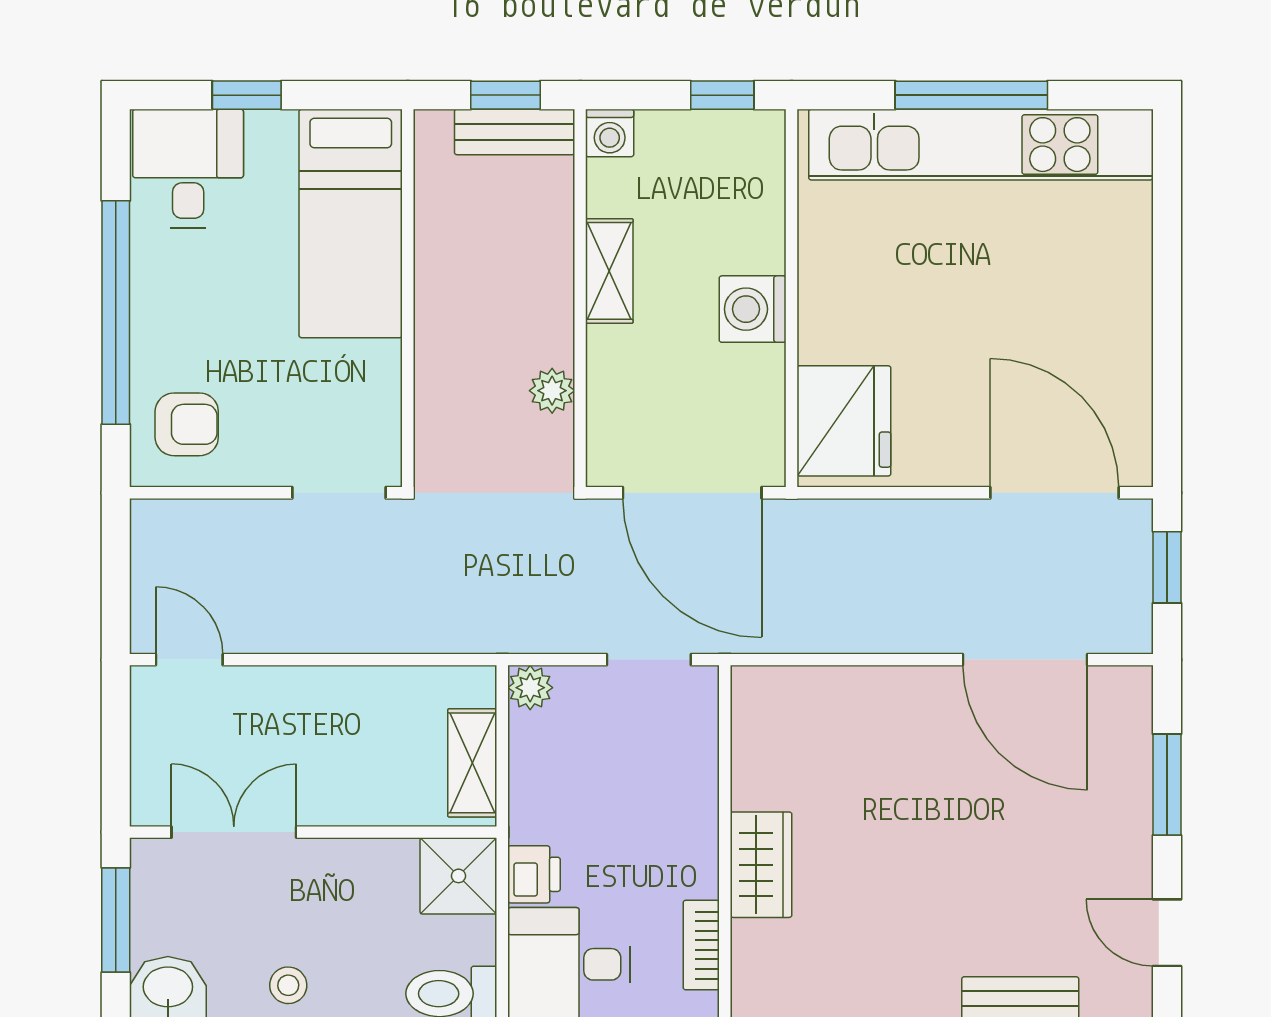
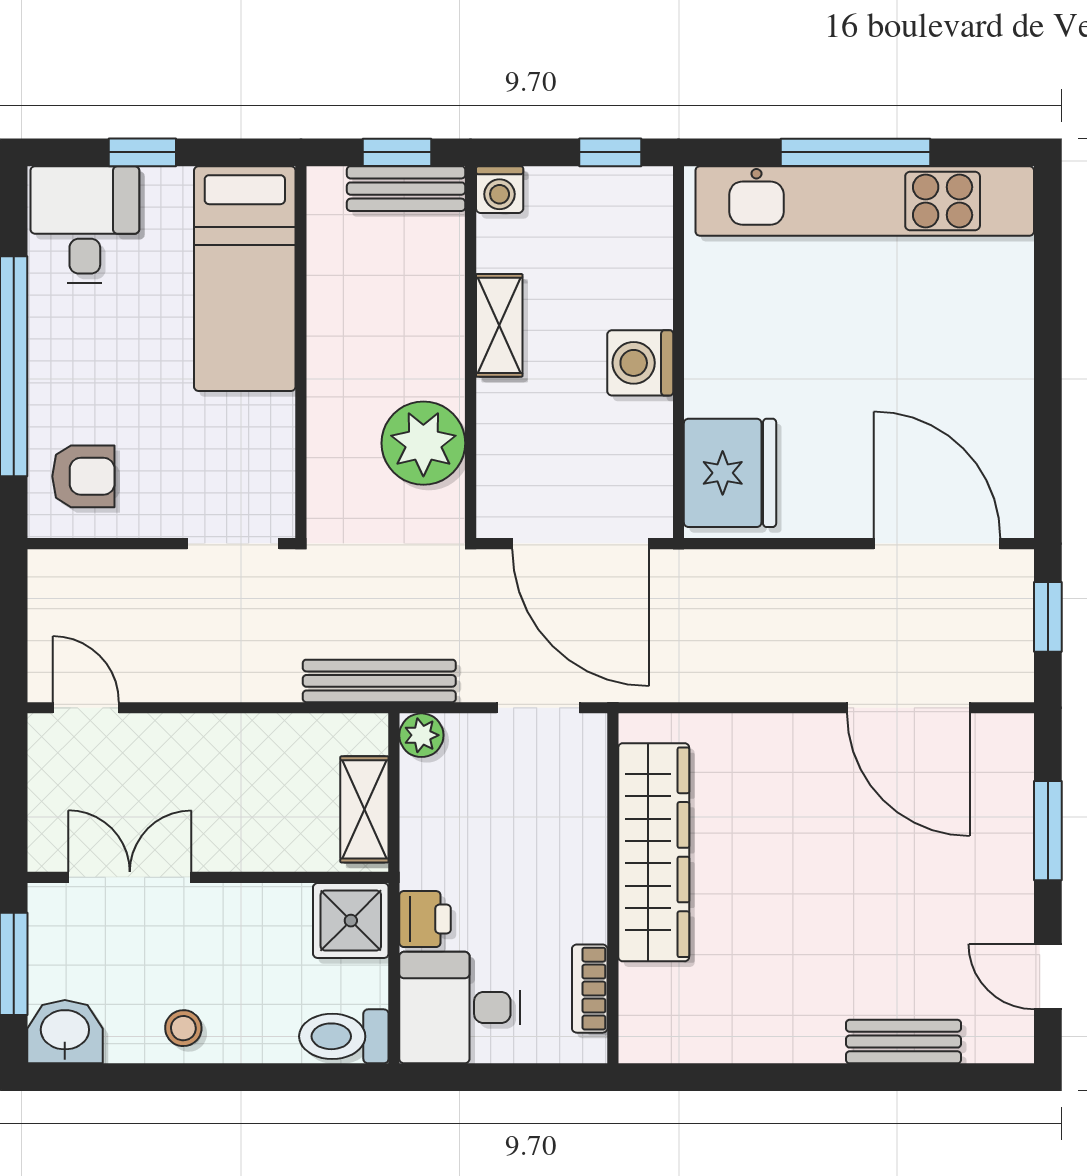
plant: (552, 391) -> (423, 443), width x1.87, depth x1.87
bench: (487, 632) -> (379, 681), added
wardrobe: (761, 865) -> (654, 852), width x2.10, depth x1.17

